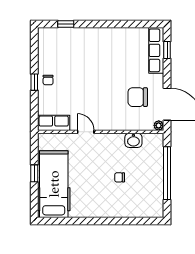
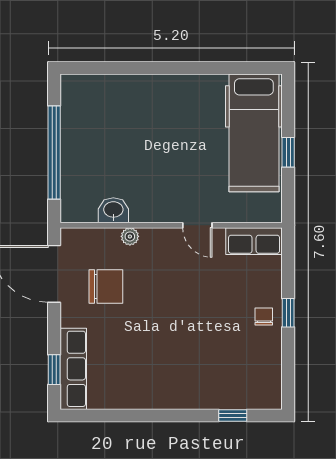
plant: (159, 125) -> (130, 236), moved
chair: (120, 177) -> (138, 145), removed

